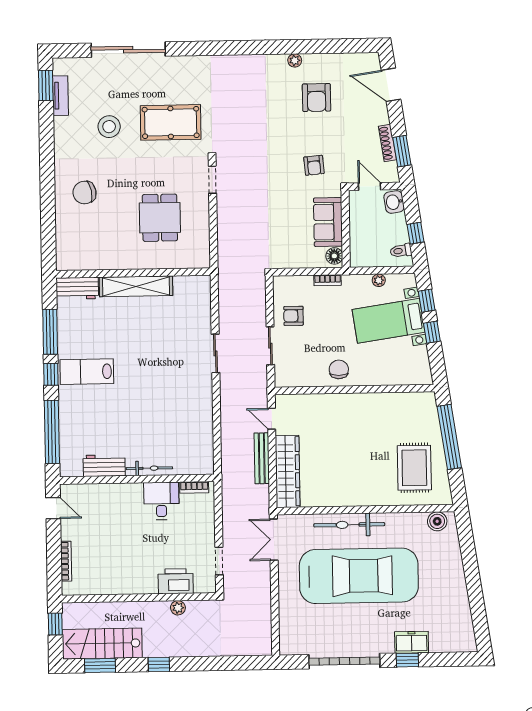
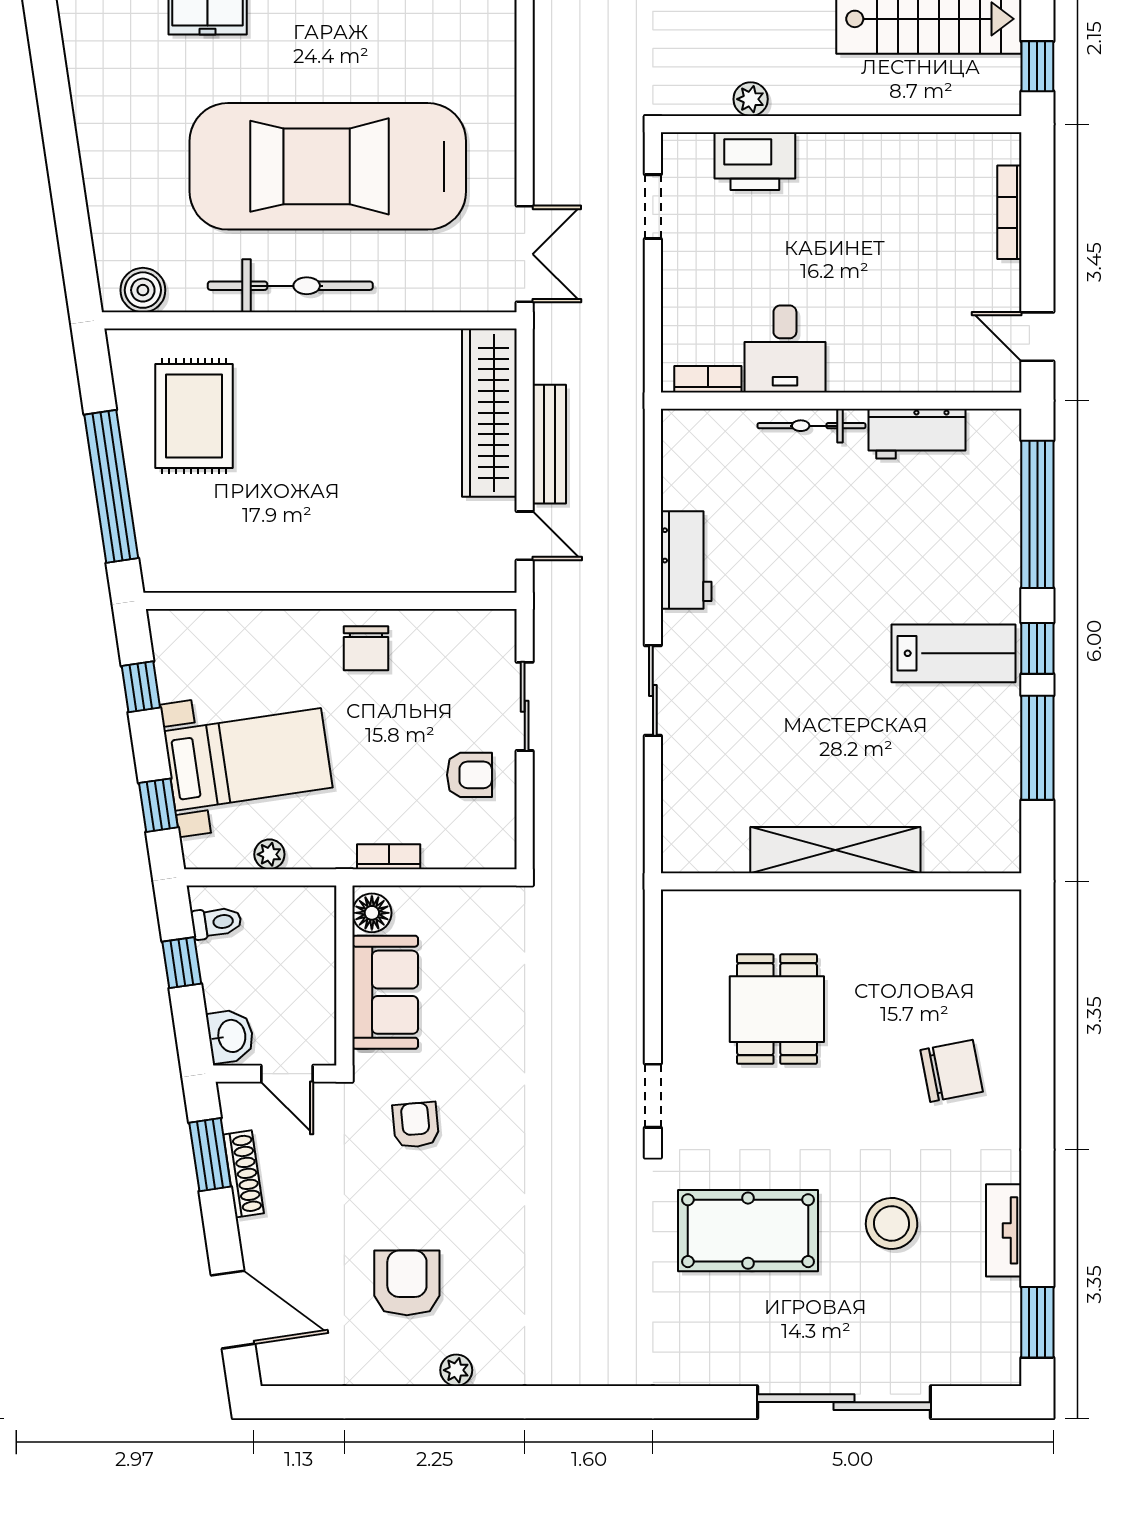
tv unit: (60, 96) -> (1004, 1230), moved
workbench: (77, 288) -> (686, 560), moved, turned 90
window: (432, 332) -> (141, 687), moved
bicycle: (349, 525) -> (290, 286), moved

